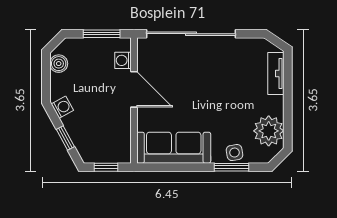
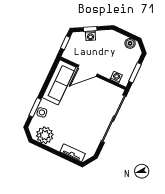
door: (134, 89) -> (88, 71), moved
washing machine: (62, 107) -> (90, 36), moved

